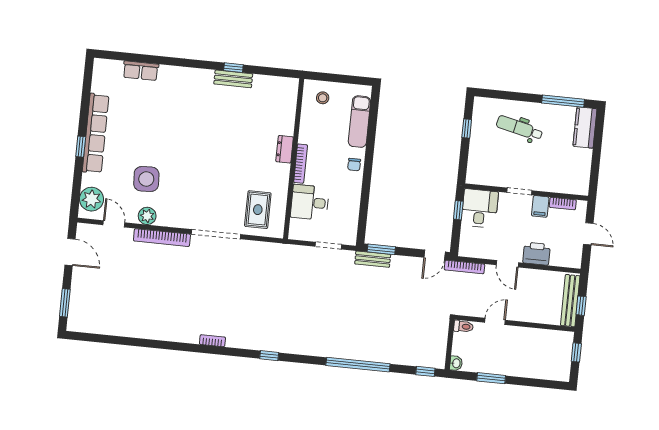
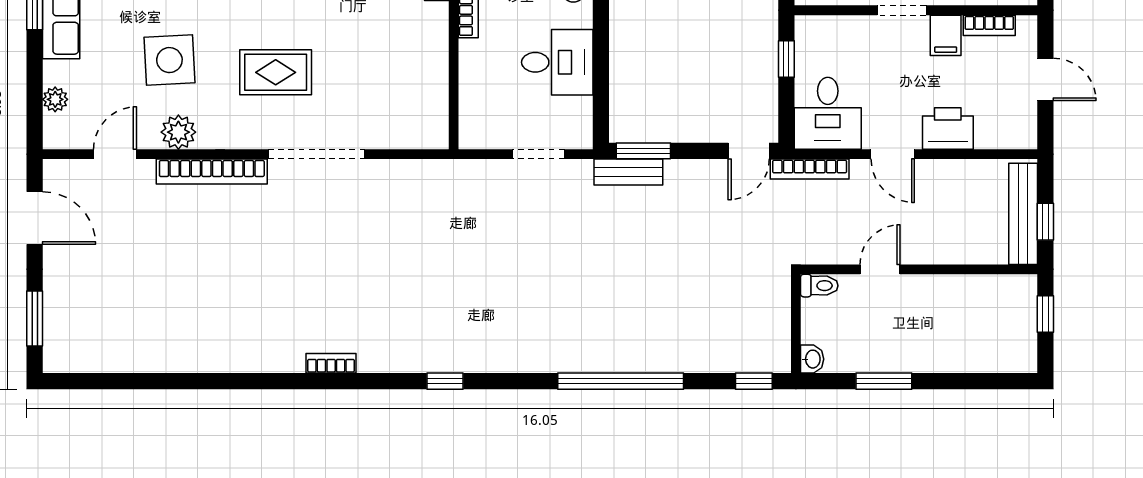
plant: (91, 199) -> (55, 99), width x0.53, depth x0.53
desk: (310, 202) -> (557, 62), moved, turned 180
desk: (480, 208) -> (828, 113), moved, turned 180
rug: (258, 210) -> (276, 72), moved, turned 90
door: (114, 224) -> (115, 154), hinge flipped

